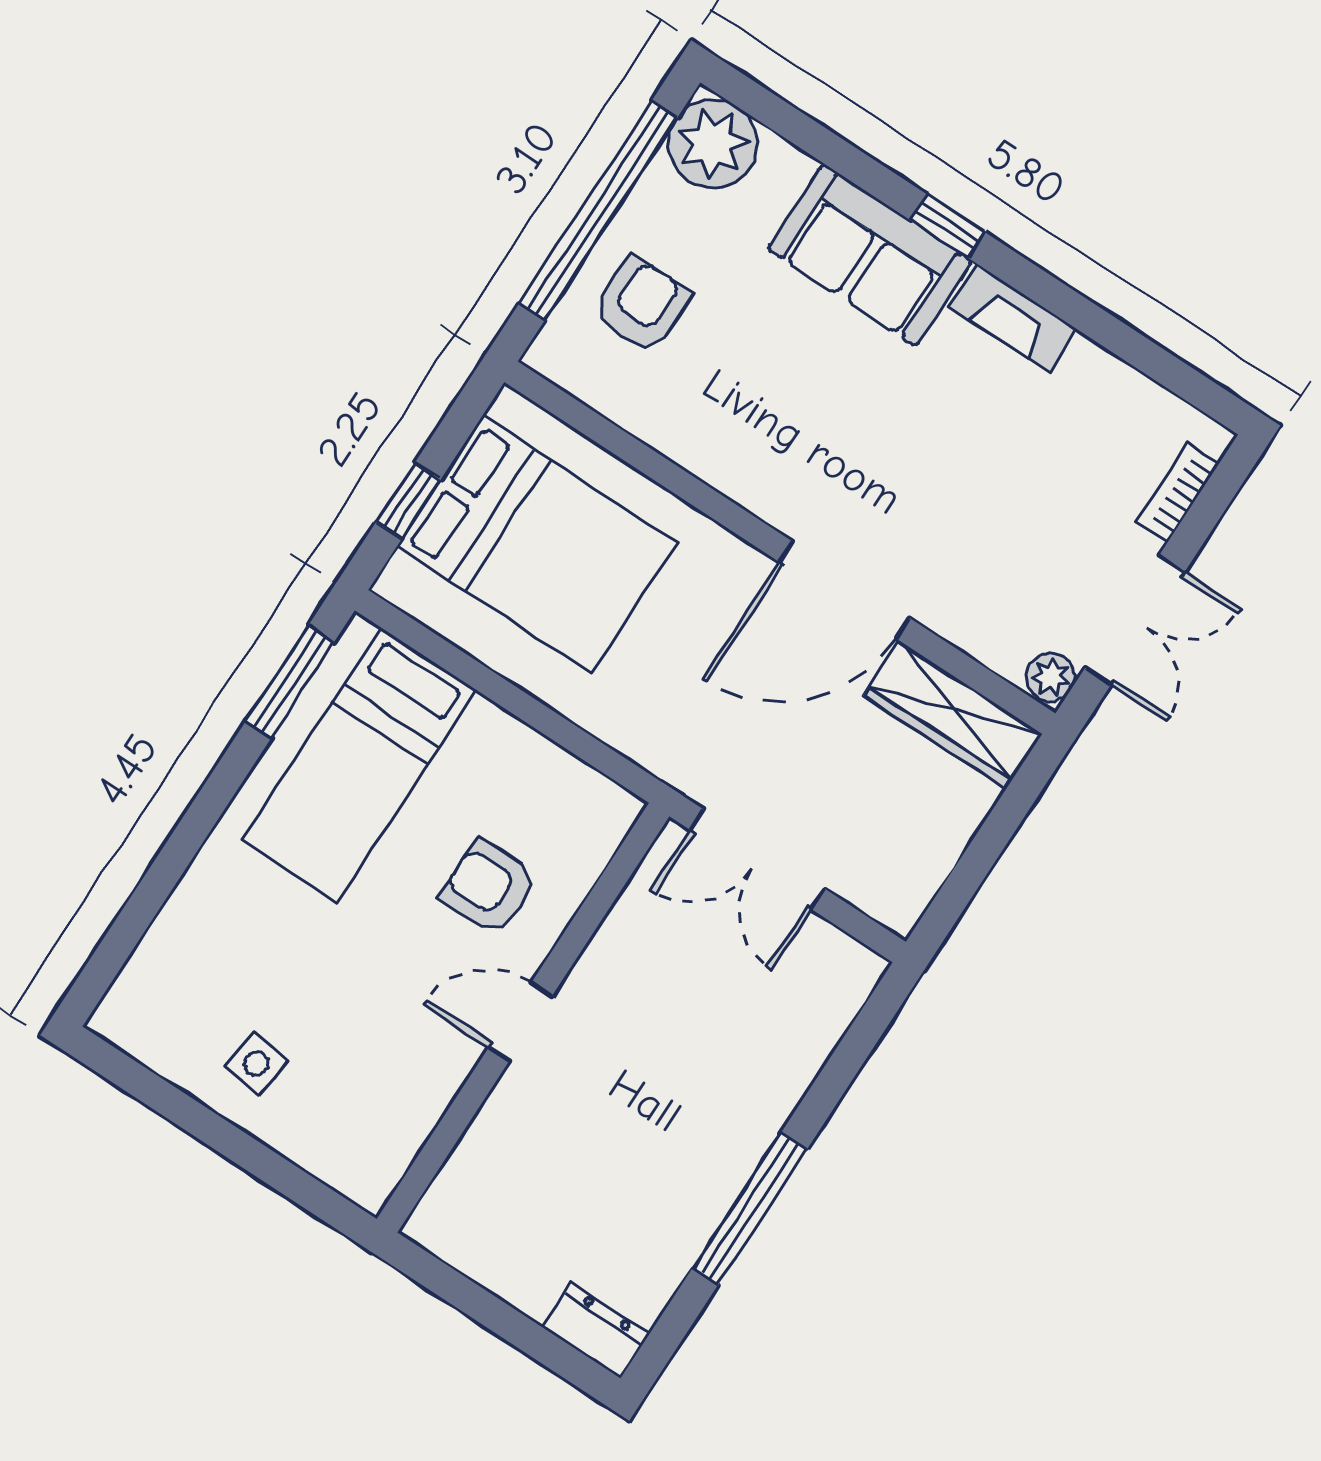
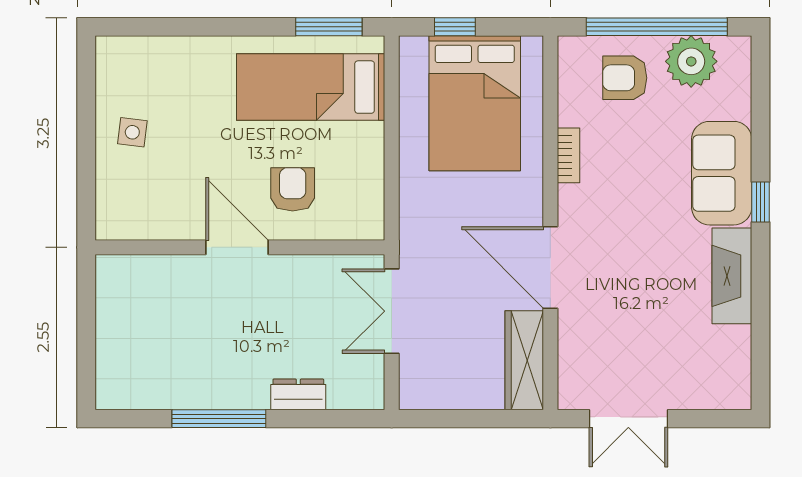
plant: (713, 144) -> (691, 61), moved
armchair: (642, 305) -> (625, 78), turned 180
fireplace: (1013, 318) -> (732, 276), width x1.37, depth x1.32
bookcase: (1178, 493) -> (569, 155), moved, turned 90
plant: (1051, 677) -> (574, 396), removed
door: (521, 1022) -> (237, 247), width x1.38
dresser: (595, 1331) -> (298, 394), moved, turned -90

